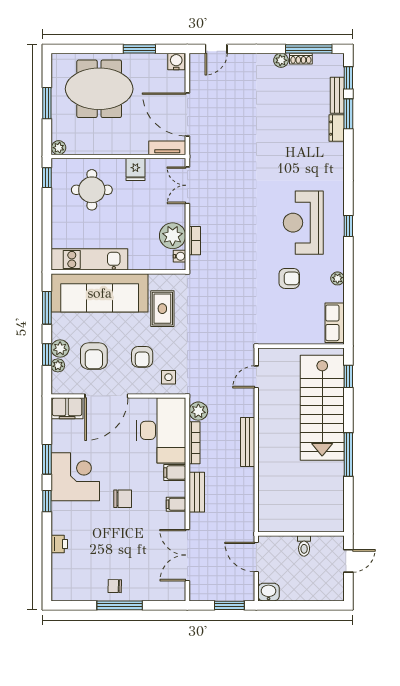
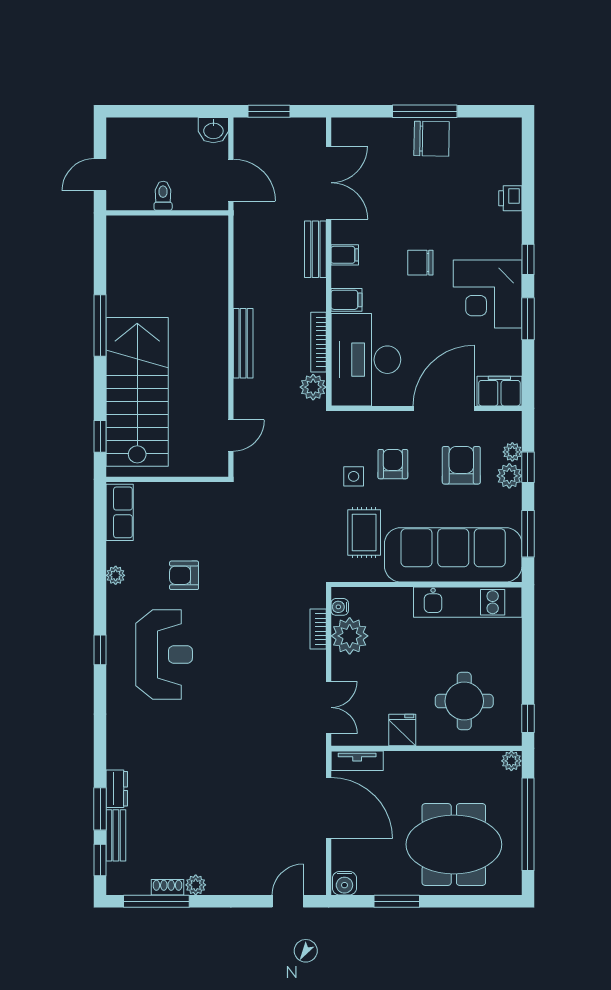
window: (47, 103) -> (528, 824), width x2.11
side table: (168, 377) -> (354, 476), moved
bench: (197, 492) -> (315, 249), moved
chair: (115, 586) -> (432, 139), width x1.87, depth x1.87

